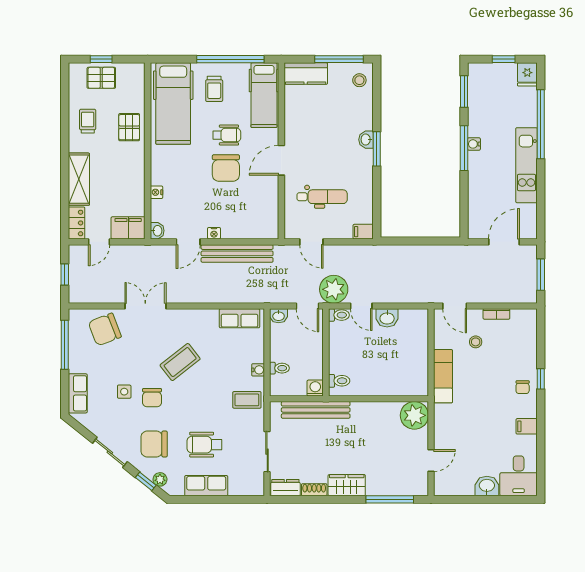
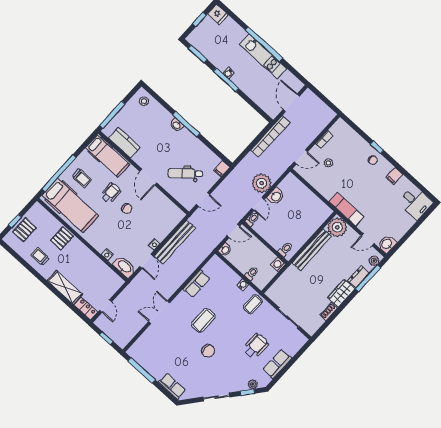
window: (230, 59) -> (59, 173), moved
window: (339, 59) -> (112, 115), moved
kitchen counter: (306, 74) -> (124, 143), moved, turned -90
window: (541, 124) -> (264, 44), moved
pallet: (129, 127) -> (62, 238), turned 90
window: (377, 149) -> (186, 124), width x1.44
chair: (226, 168) -> (127, 209), width x0.54, depth x0.54
dental chair: (322, 197) -> (185, 173), turned -131
filing cabinet: (128, 228) -> (112, 285), removed
washbasin: (157, 231) -> (124, 267), width x1.91, depth x1.45
bookcase: (447, 252) -> (270, 136), added
window: (541, 275) -> (325, 99), removed
plant: (334, 289) -> (261, 183), moved
door: (361, 306) -> (258, 204), hinge flipped
row of seats: (239, 318) -> (197, 284), moved
chair: (105, 329) -> (152, 343), removed
coffee table: (180, 362) -> (203, 320), turned 38
exam couch: (443, 376) -> (346, 209), moved
side table: (124, 392) -> (192, 362), removed
bench: (316, 410) -> (312, 250), moved
chair: (154, 444) -> (232, 371), removed
wheelchair: (204, 445) -> (256, 346), turned 180
door: (431, 461) -> (368, 240), swing flipped
washbasin: (487, 486) -> (387, 244), moved
dresser: (285, 488) -> (358, 277), moved
plant: (414, 488) -> (374, 261), added

